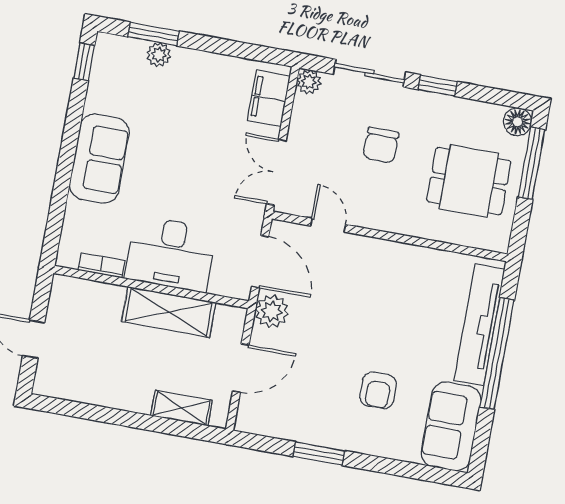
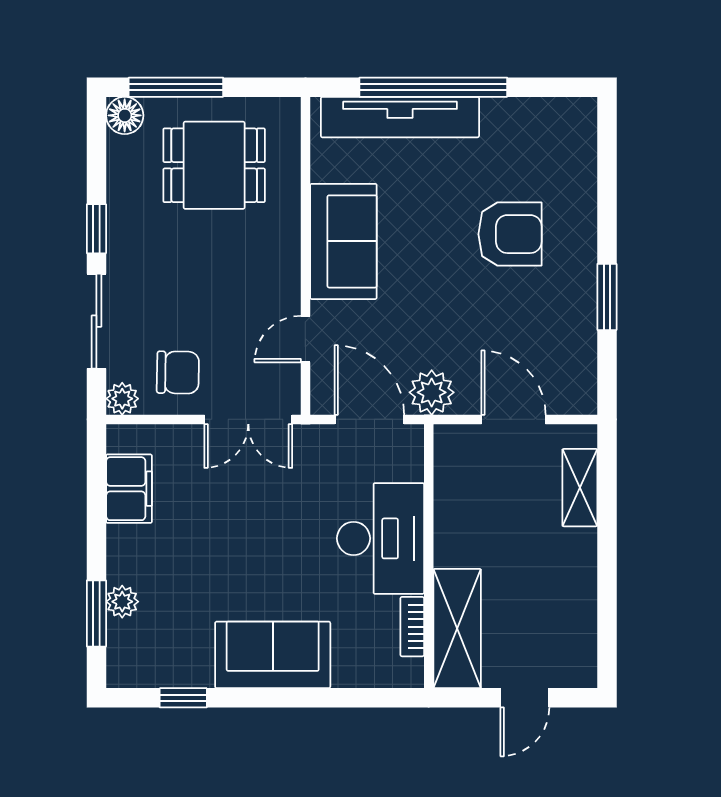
window: (84, 62) -> (183, 698), moved
filing cabinet: (269, 98) -> (129, 489), moved, turned -90
chair: (381, 145) -> (178, 372), moved
dining table: (469, 181) -> (214, 165), turned 90
door: (260, 262) -> (369, 419), hinge flipped
shelving: (169, 312) -> (457, 629), moved
armchair: (378, 390) -> (510, 234), width x1.38, depth x1.38
sofa: (451, 426) -> (343, 241), moved, turned -90

